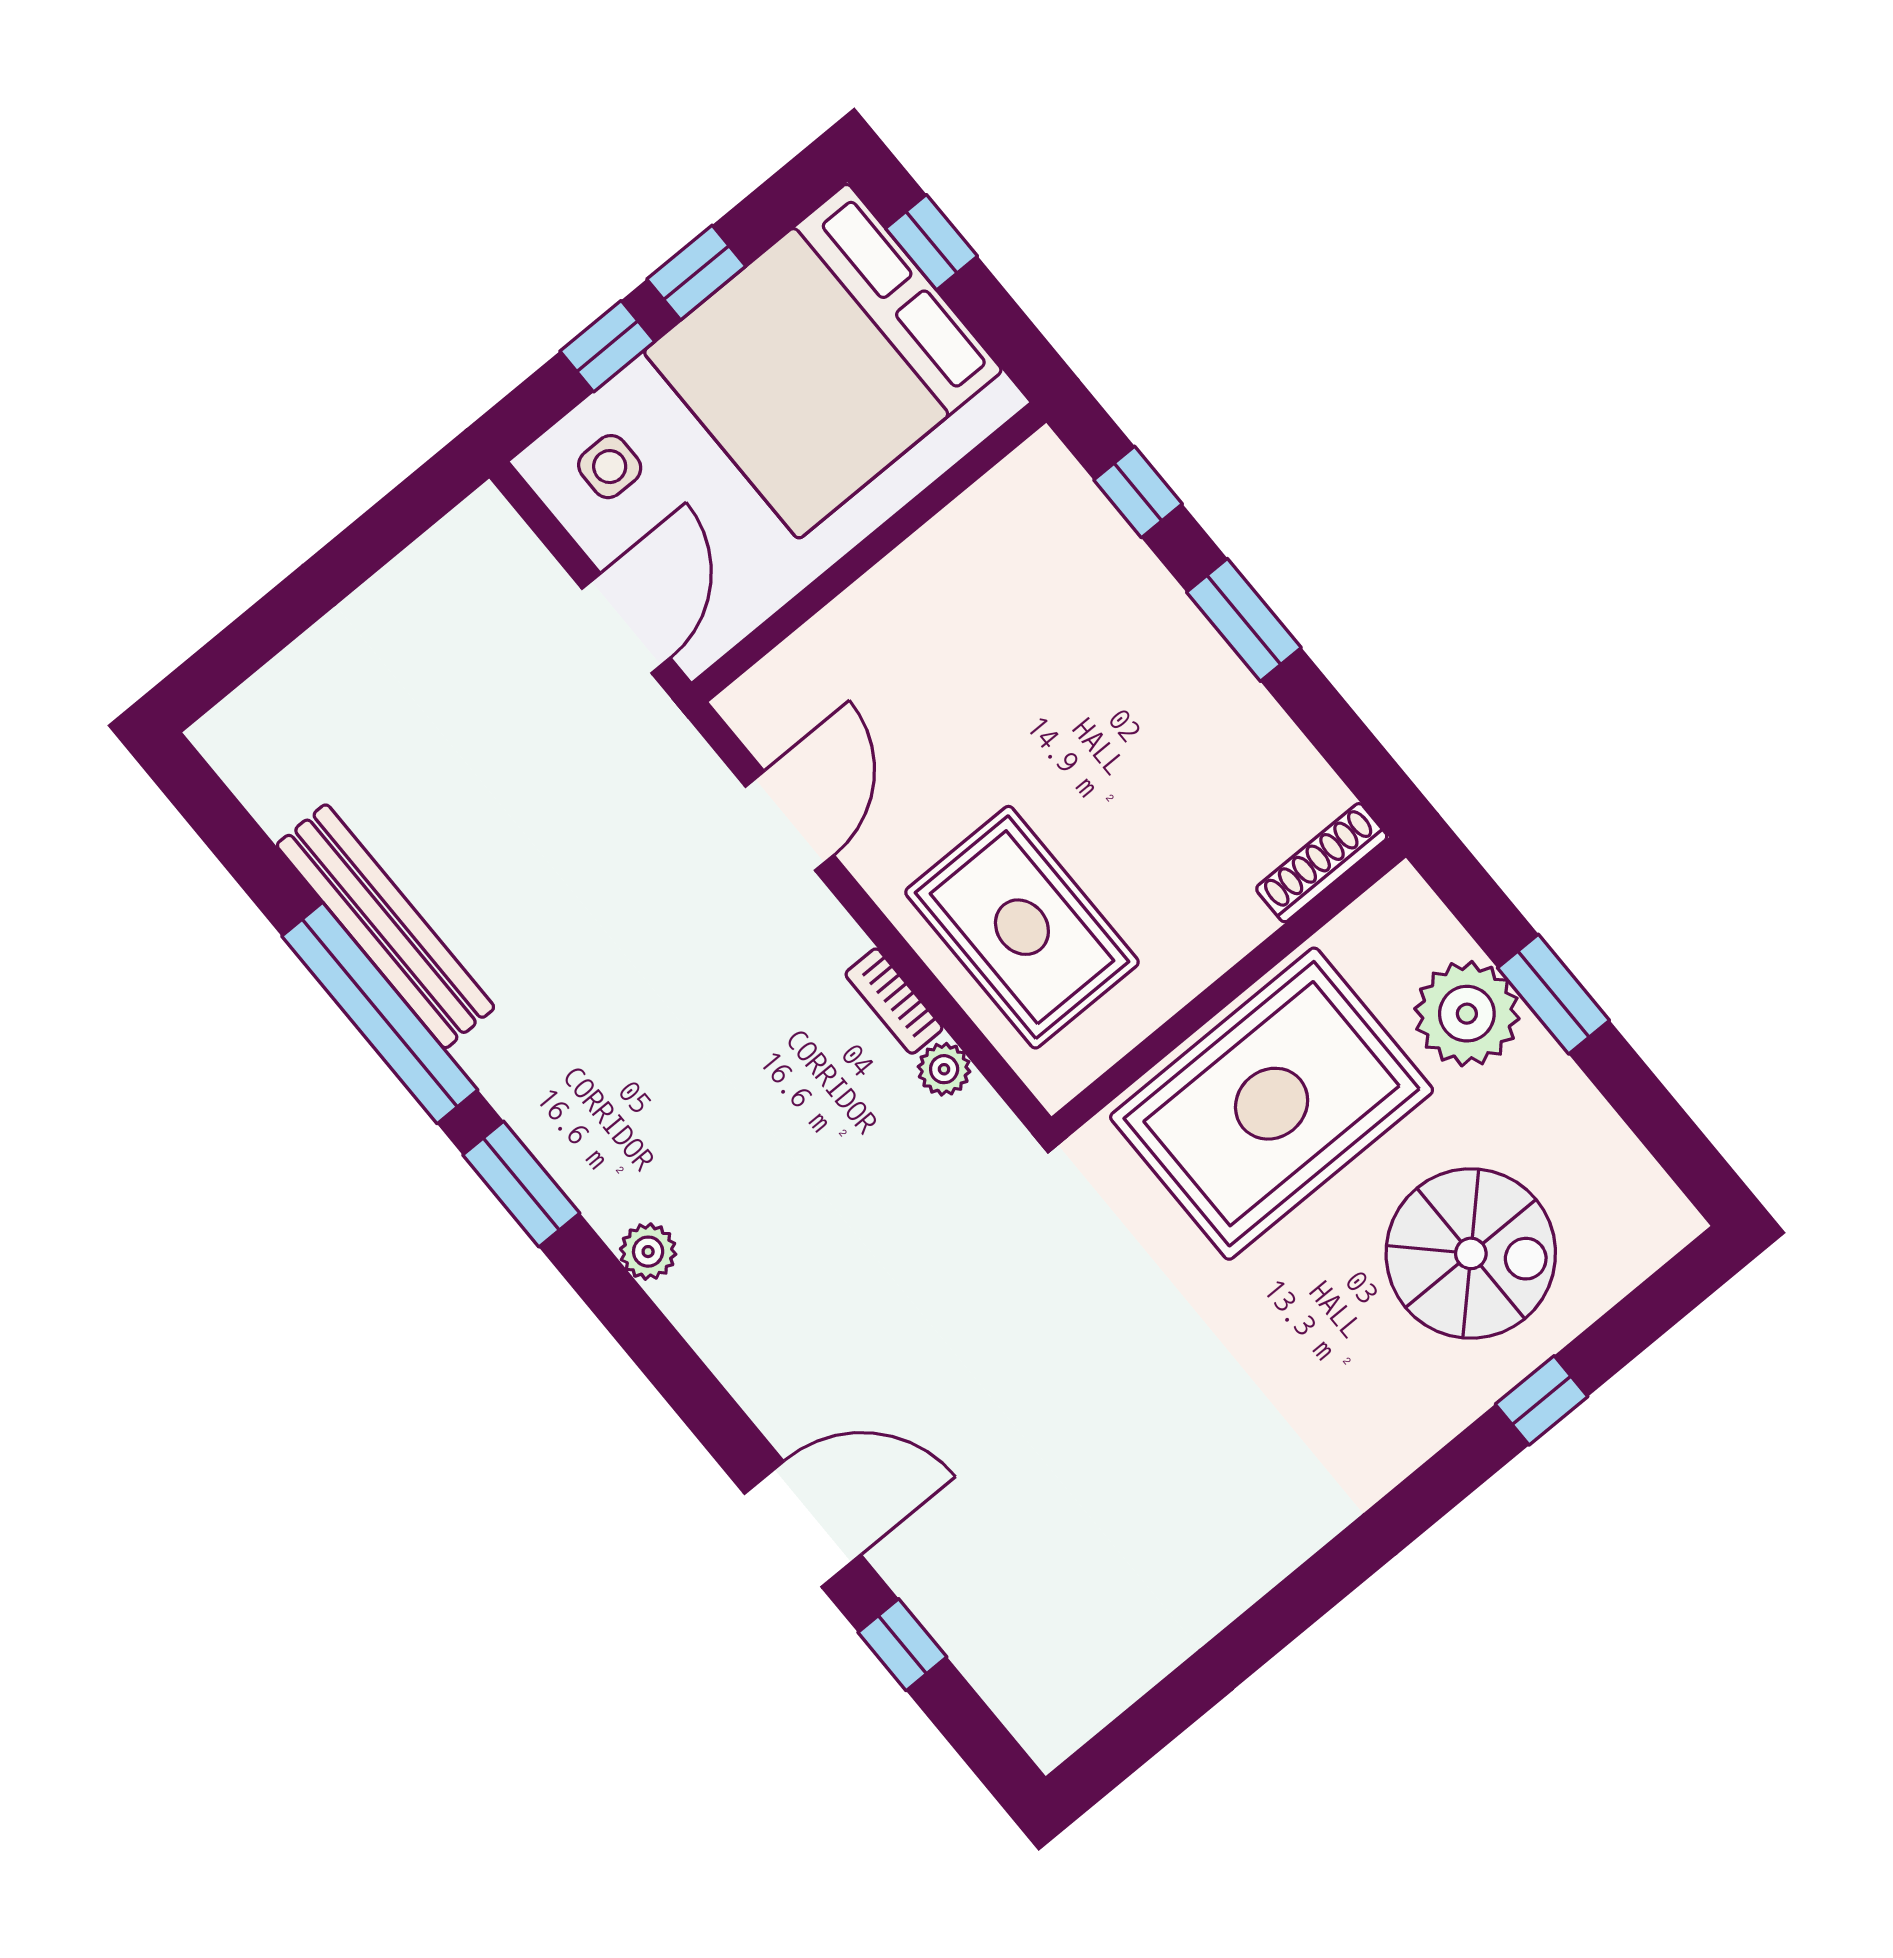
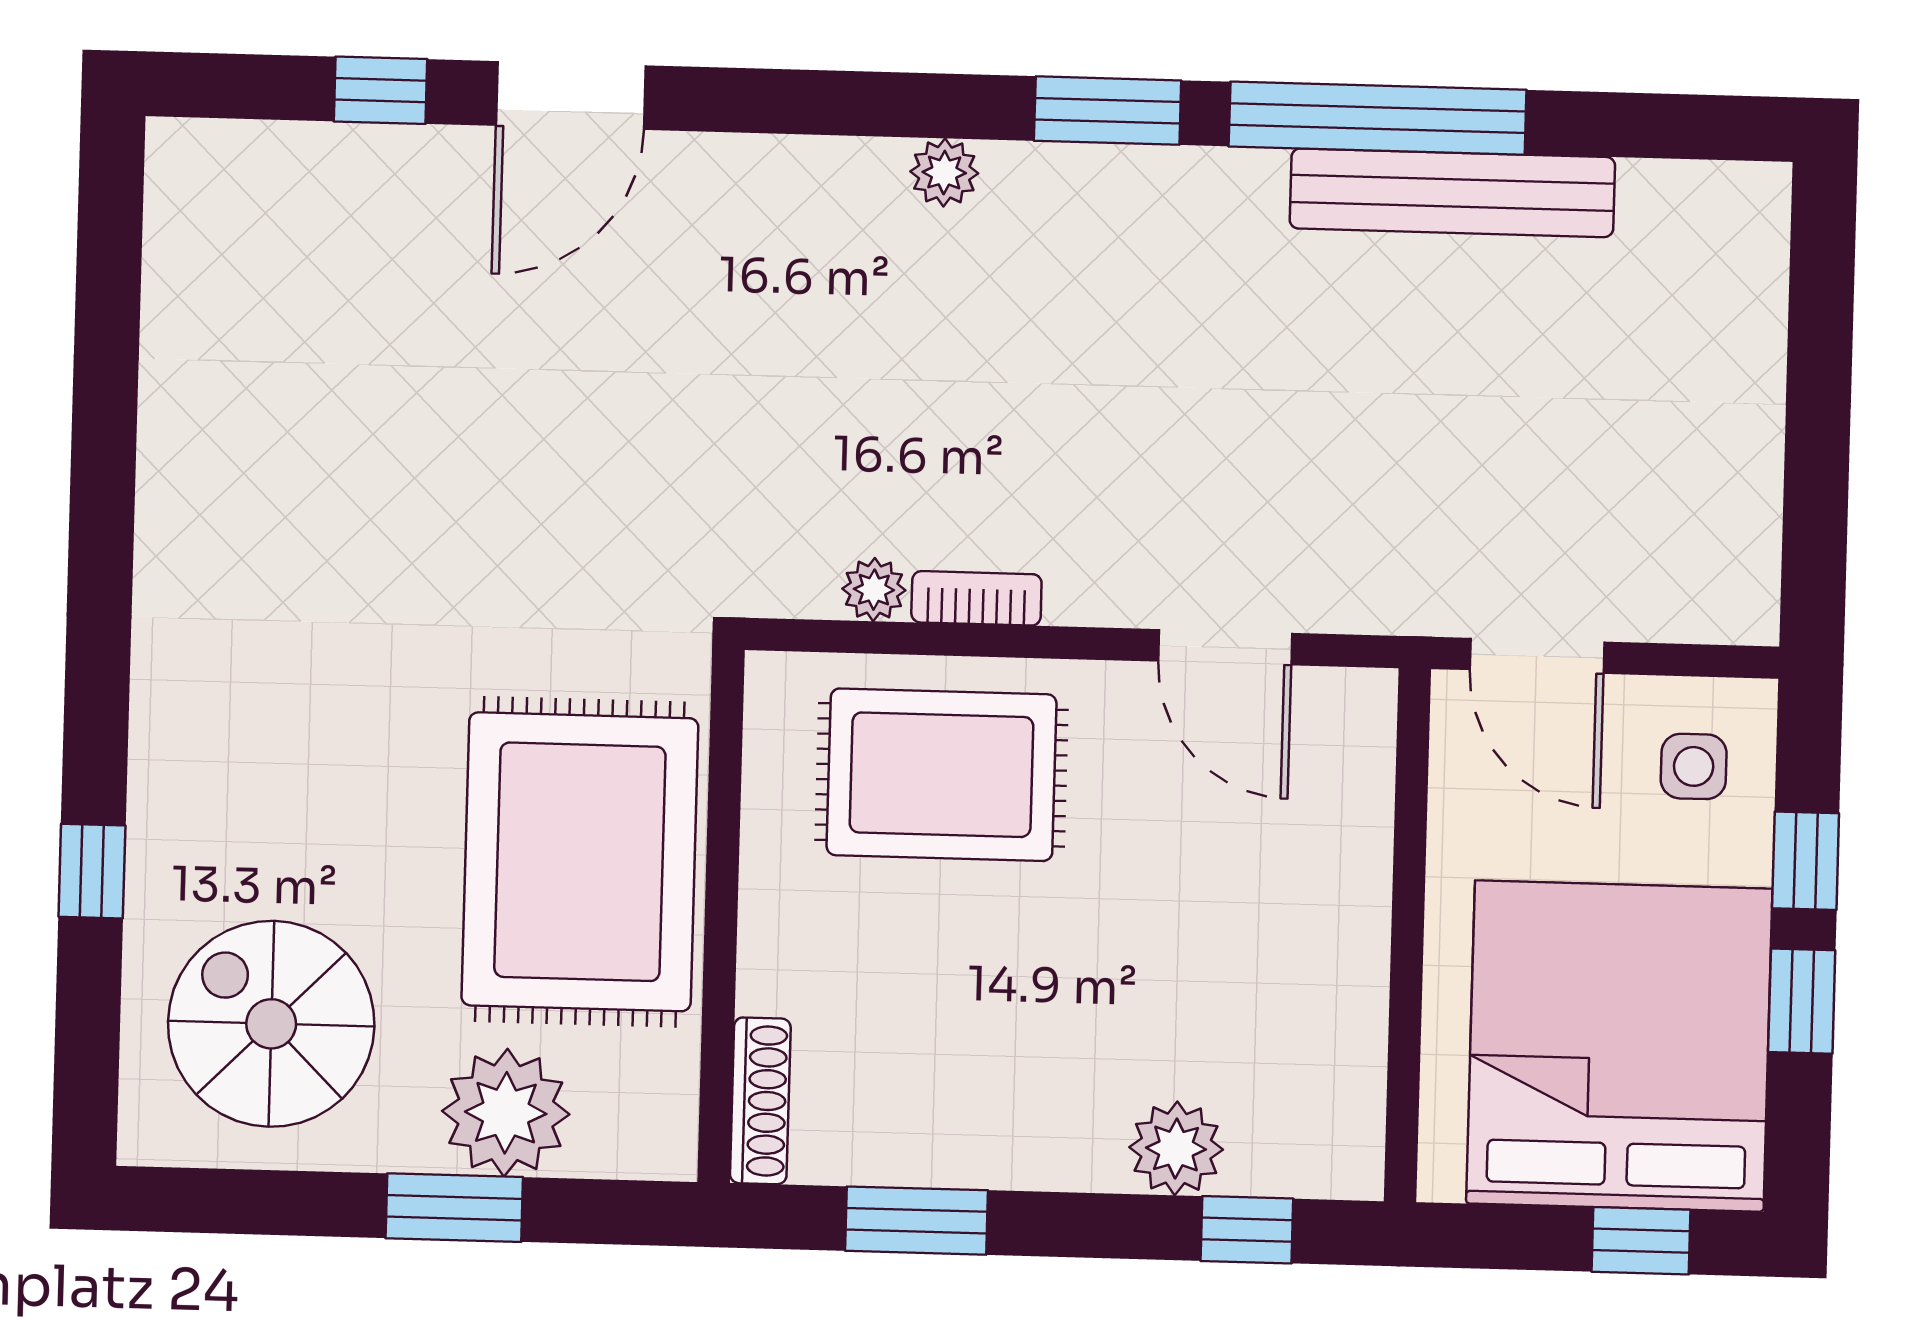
plant: (1126, 580) -> (1176, 1148), added
window: (1244, 620) -> (917, 1221), moved
spiral stairs: (1471, 1253) -> (271, 1024), moved, turned 90

